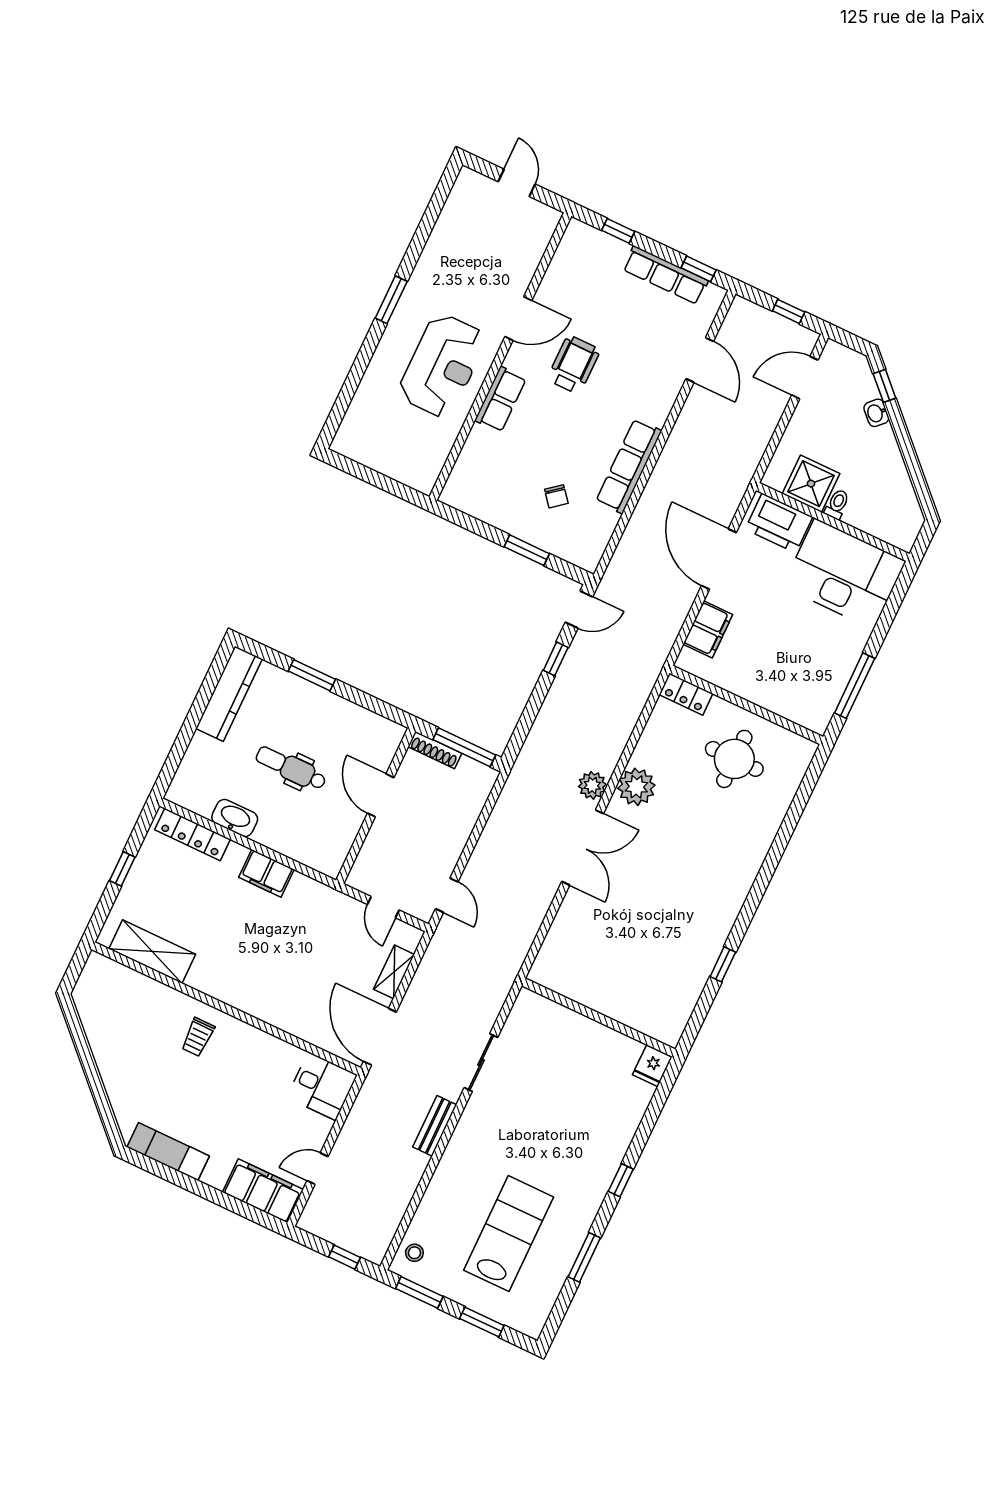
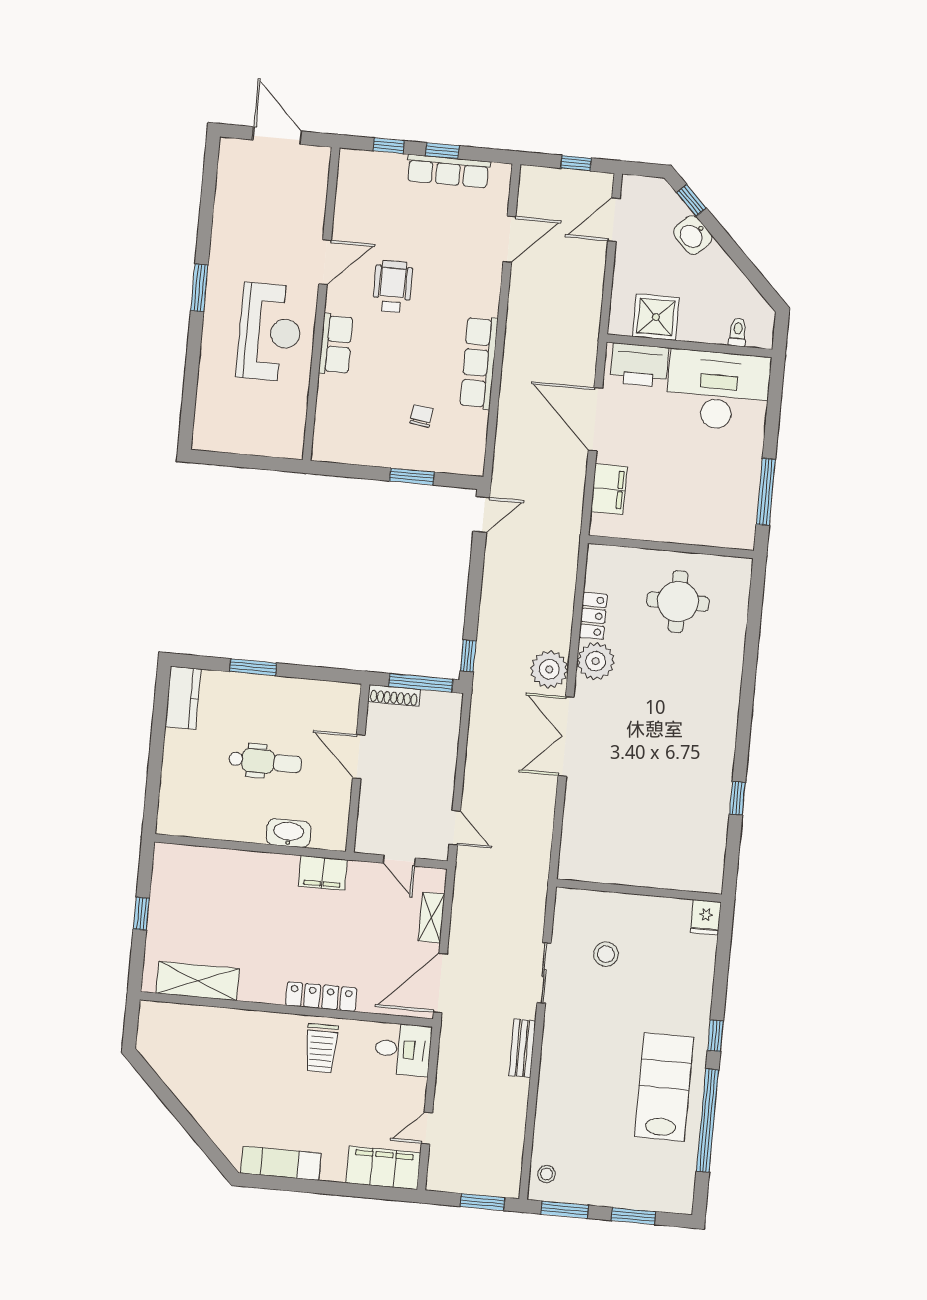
door: (517, 183) -> (277, 135), width x1.38
window: (699, 269) -> (442, 151), moved
door: (700, 360) -> (509, 239), hinge flipped
washbasin: (876, 413) -> (693, 235), width x1.38, depth x1.45
chair: (556, 496) -> (421, 416), turned -133
toilet: (837, 504) -> (738, 332), moved
window: (556, 659) -> (468, 656), moved
kitchen counter: (229, 694) -> (183, 698), width x0.67
locker: (686, 694) -> (593, 616), moved, turned -90
dental chair: (291, 768) -> (265, 762), turned 180
plant: (592, 785) -> (549, 669), width x1.36, depth x1.36
washbasin: (235, 818) -> (289, 833), moved
locker: (192, 835) -> (321, 997), moved, turned 180
double door: (583, 847) -> (566, 736), swing flipped
filing cabinet: (266, 873) -> (323, 873), moved
trolley: (198, 1037) -> (321, 1048), moved, width x1.36, depth x1.39
door: (380, 1037) -> (440, 983), hinge flipped
stool: (546, 1066) -> (606, 954), added
lab bench: (509, 1234) -> (664, 1087), moved
window: (345, 1257) -> (482, 1202), width x1.50
window: (584, 1257) -> (707, 1121), width x2.11

